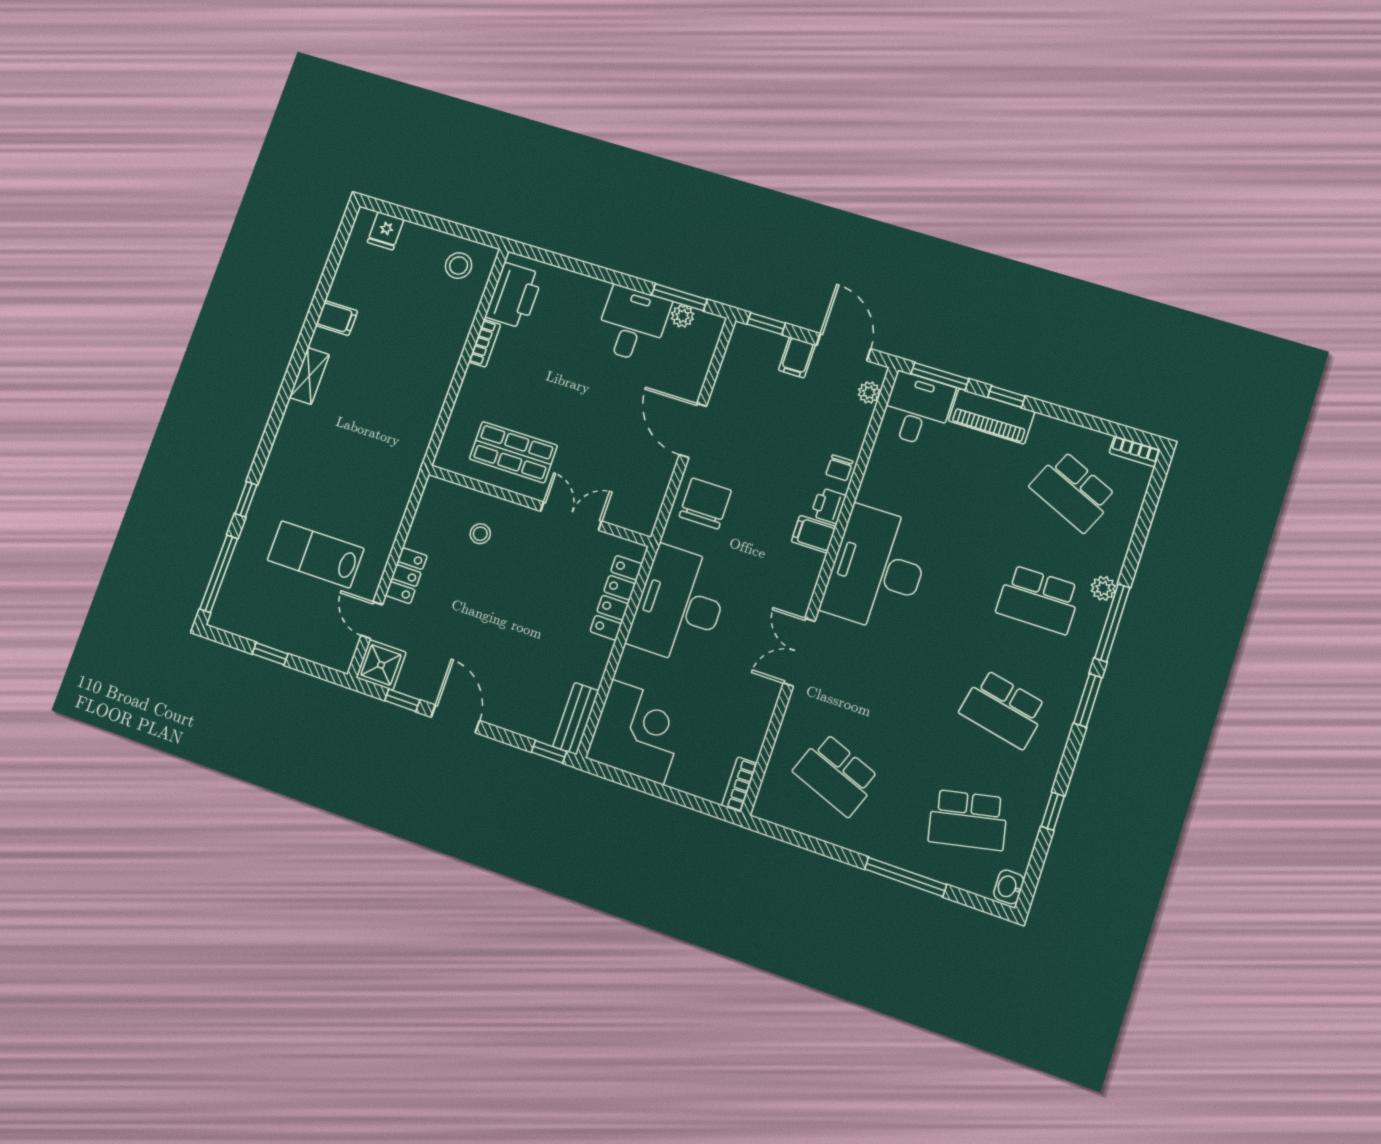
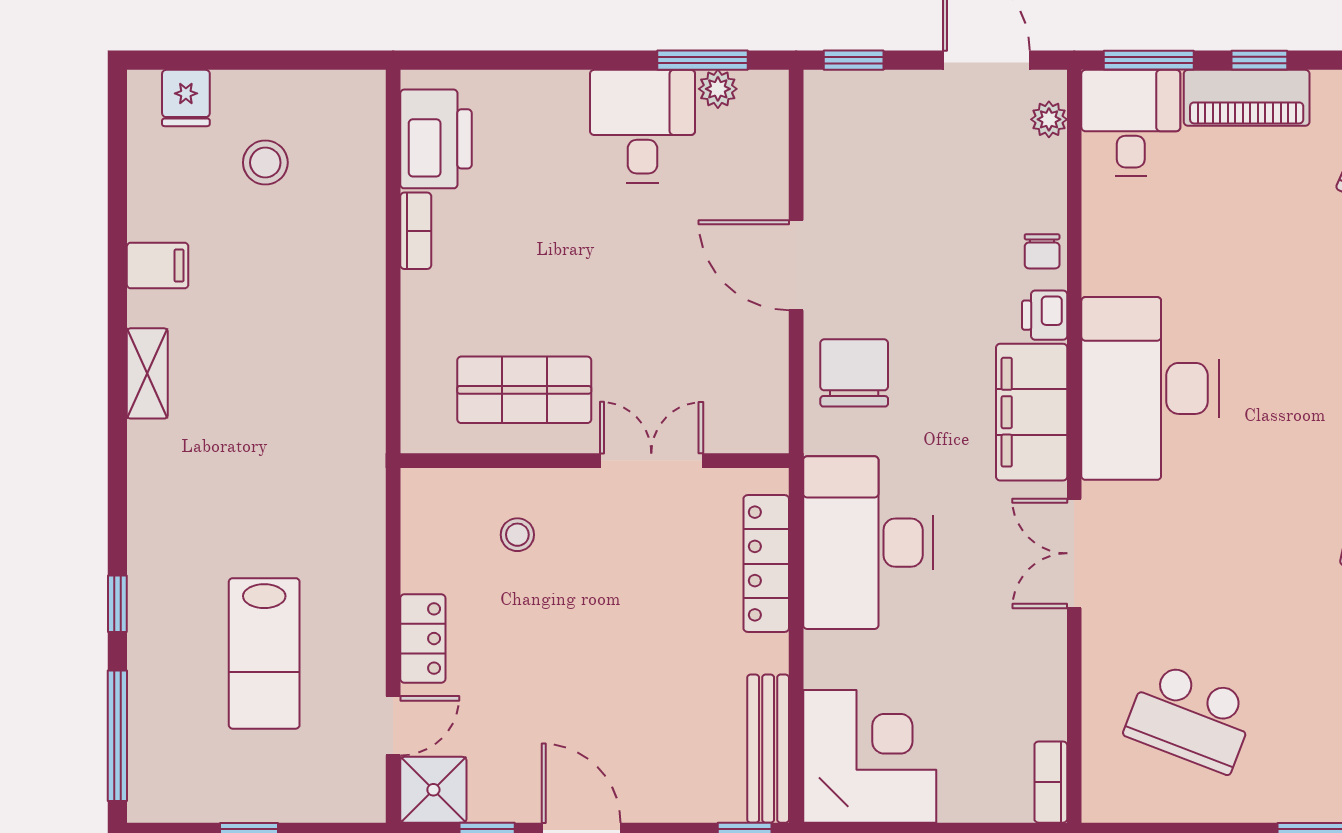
stool: (459, 266) -> (265, 163), moved
filing cabinet: (797, 357) -> (920, 99), removed
filing cabinet: (814, 534) -> (1032, 412), width x3.00, depth x1.17
lab bench: (316, 554) -> (264, 653), turned -90
door: (372, 620) -> (393, 726), swing flipped
bench: (576, 719) -> (768, 749), width x1.36

